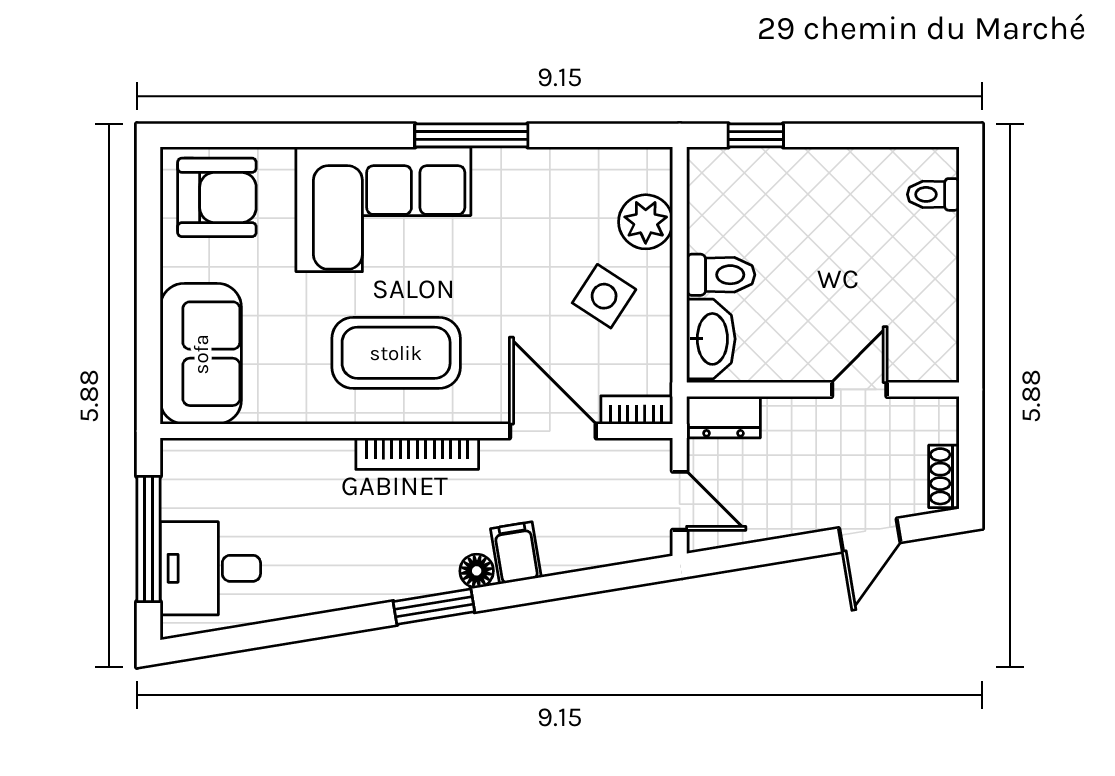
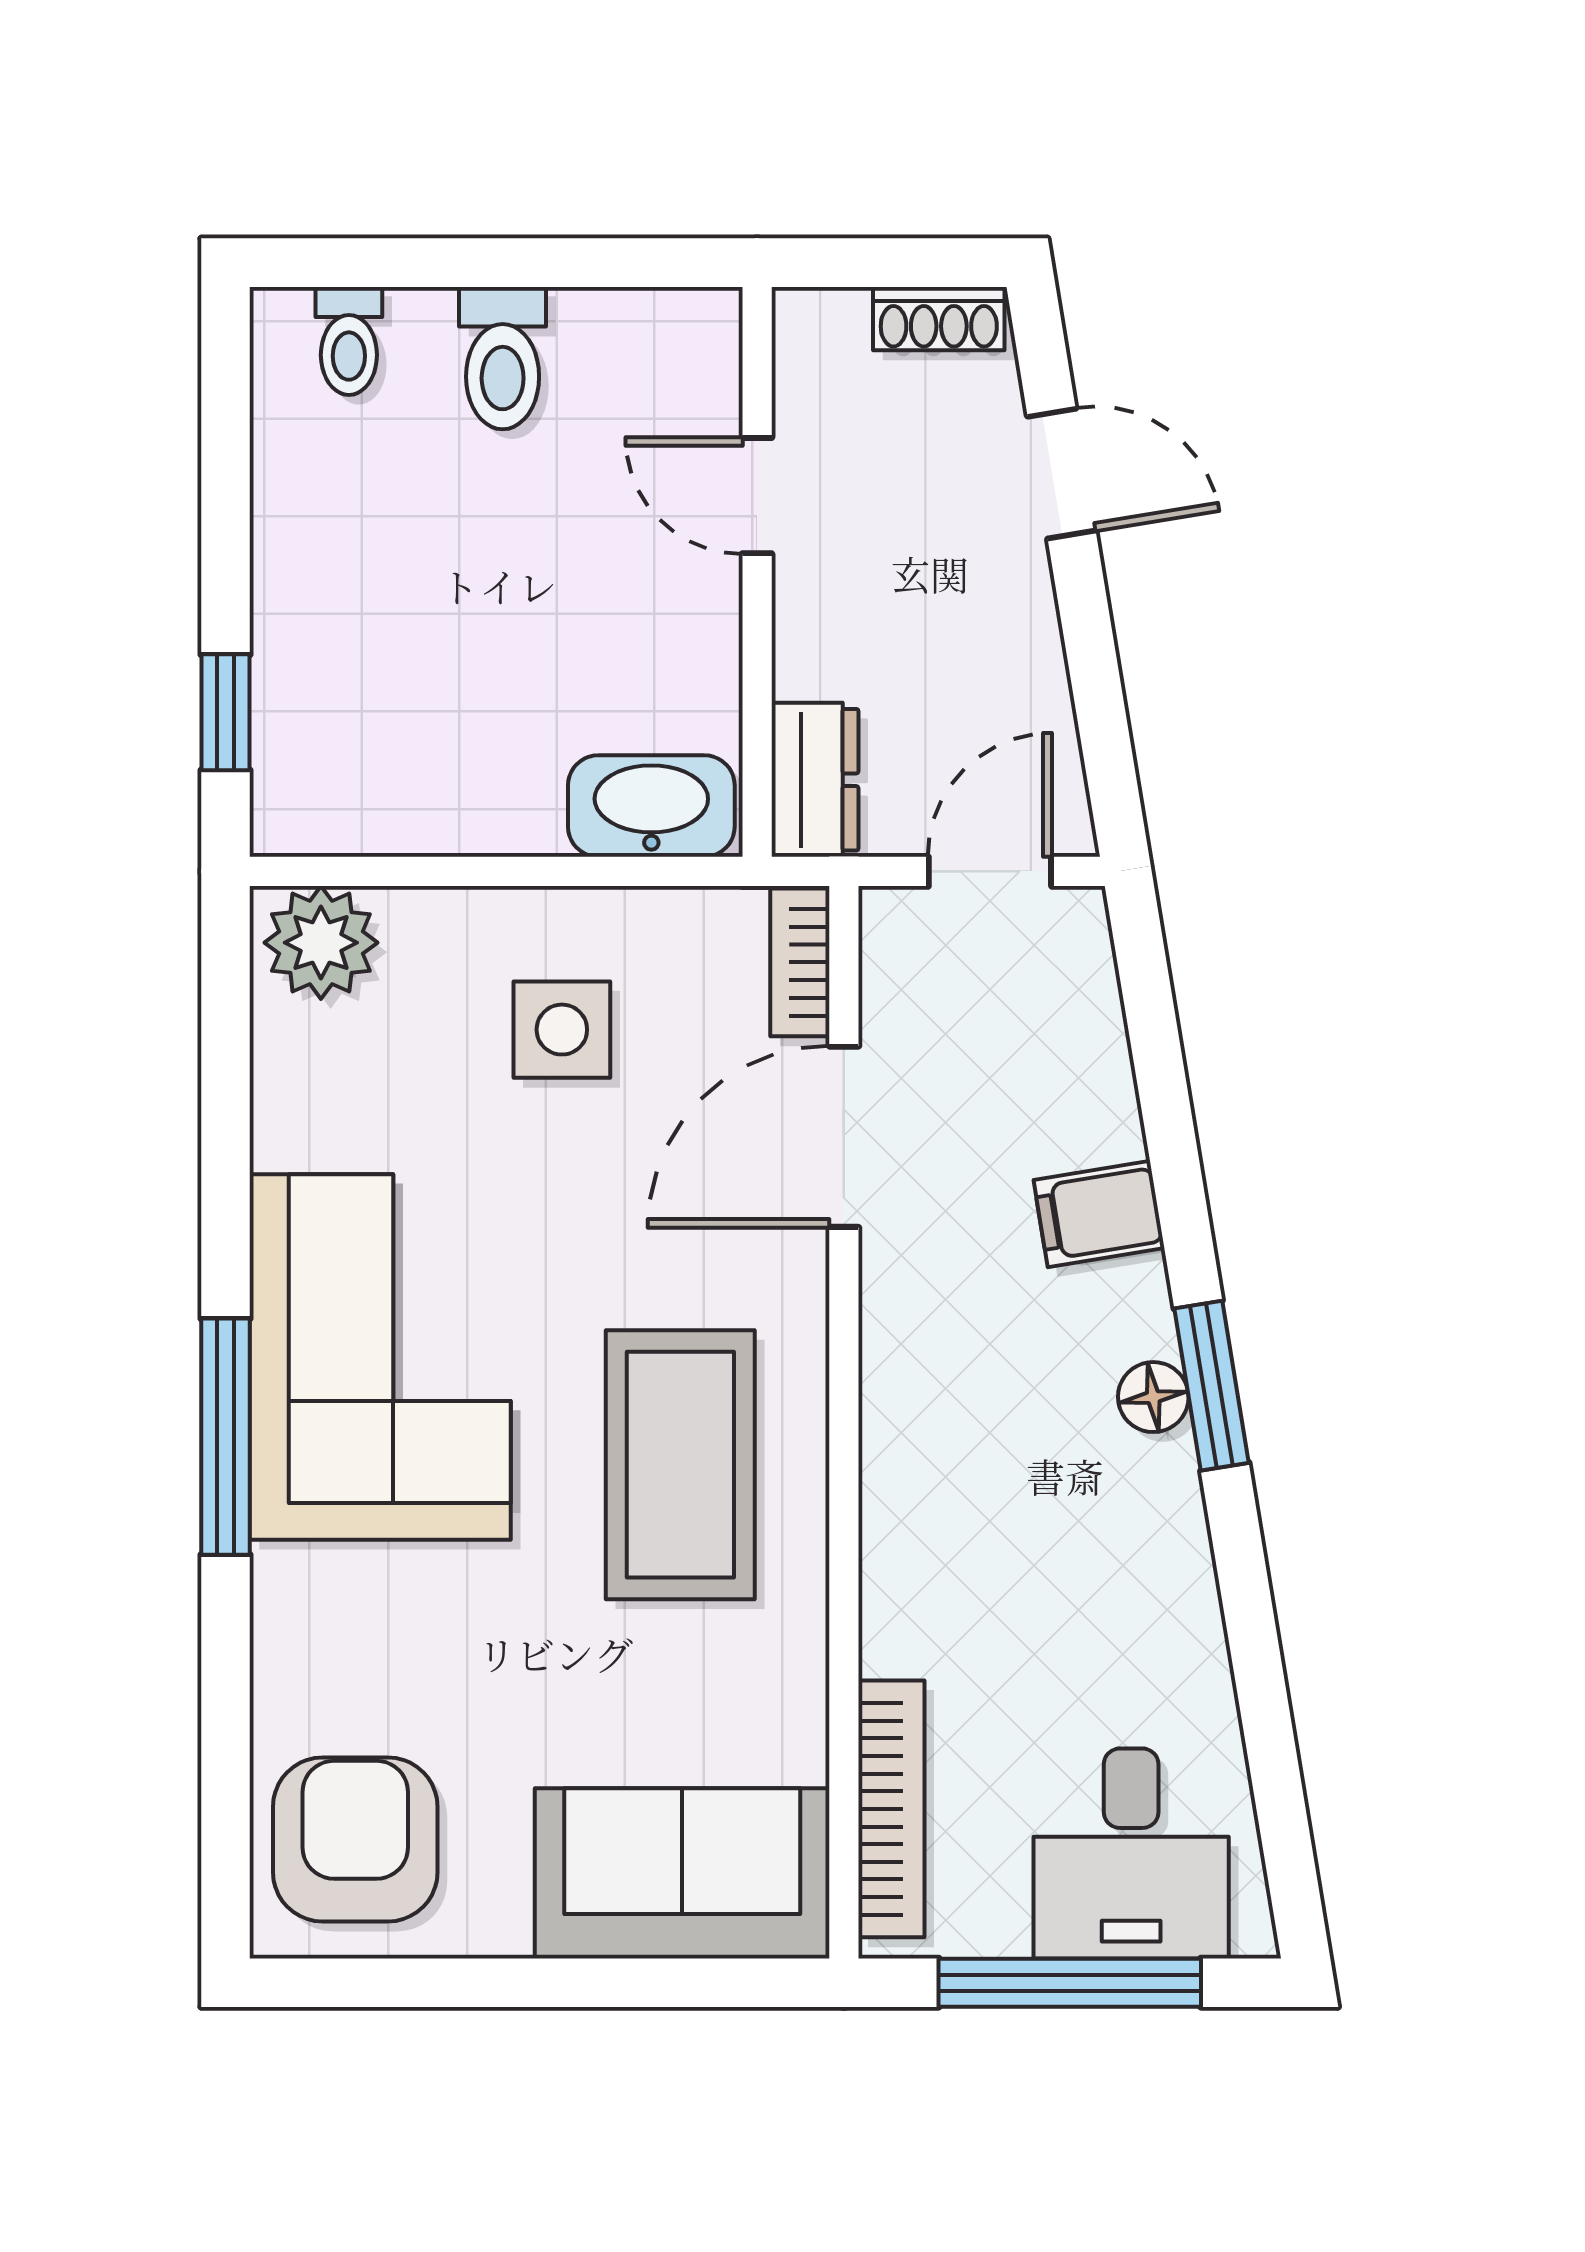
window: (471, 135) -> (226, 1437), moved
corner sofa: (383, 209) -> (380, 1357), moved
plant: (646, 222) -> (321, 943), moved
toilet: (721, 275) -> (503, 358), moved, turned 180
side table: (604, 296) -> (562, 1030), turned -33
bookcase: (417, 454) -> (891, 1809), moved
floor lamp: (477, 571) -> (1153, 1397), moved

